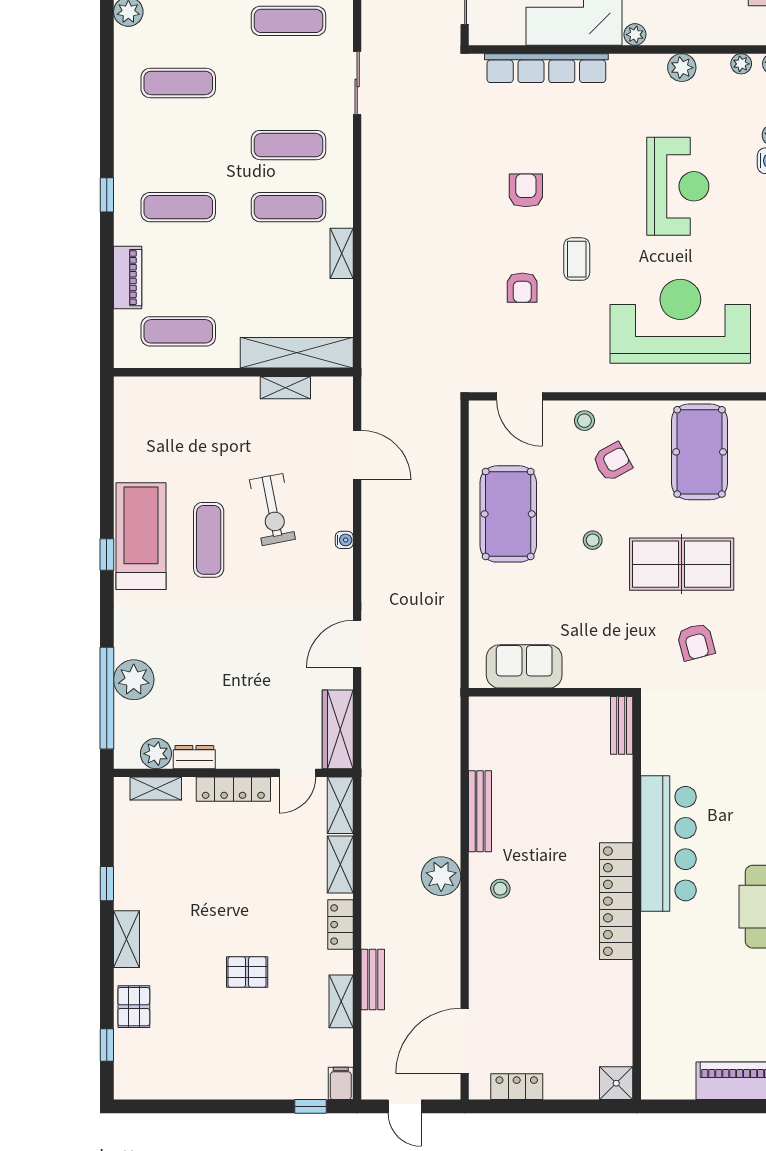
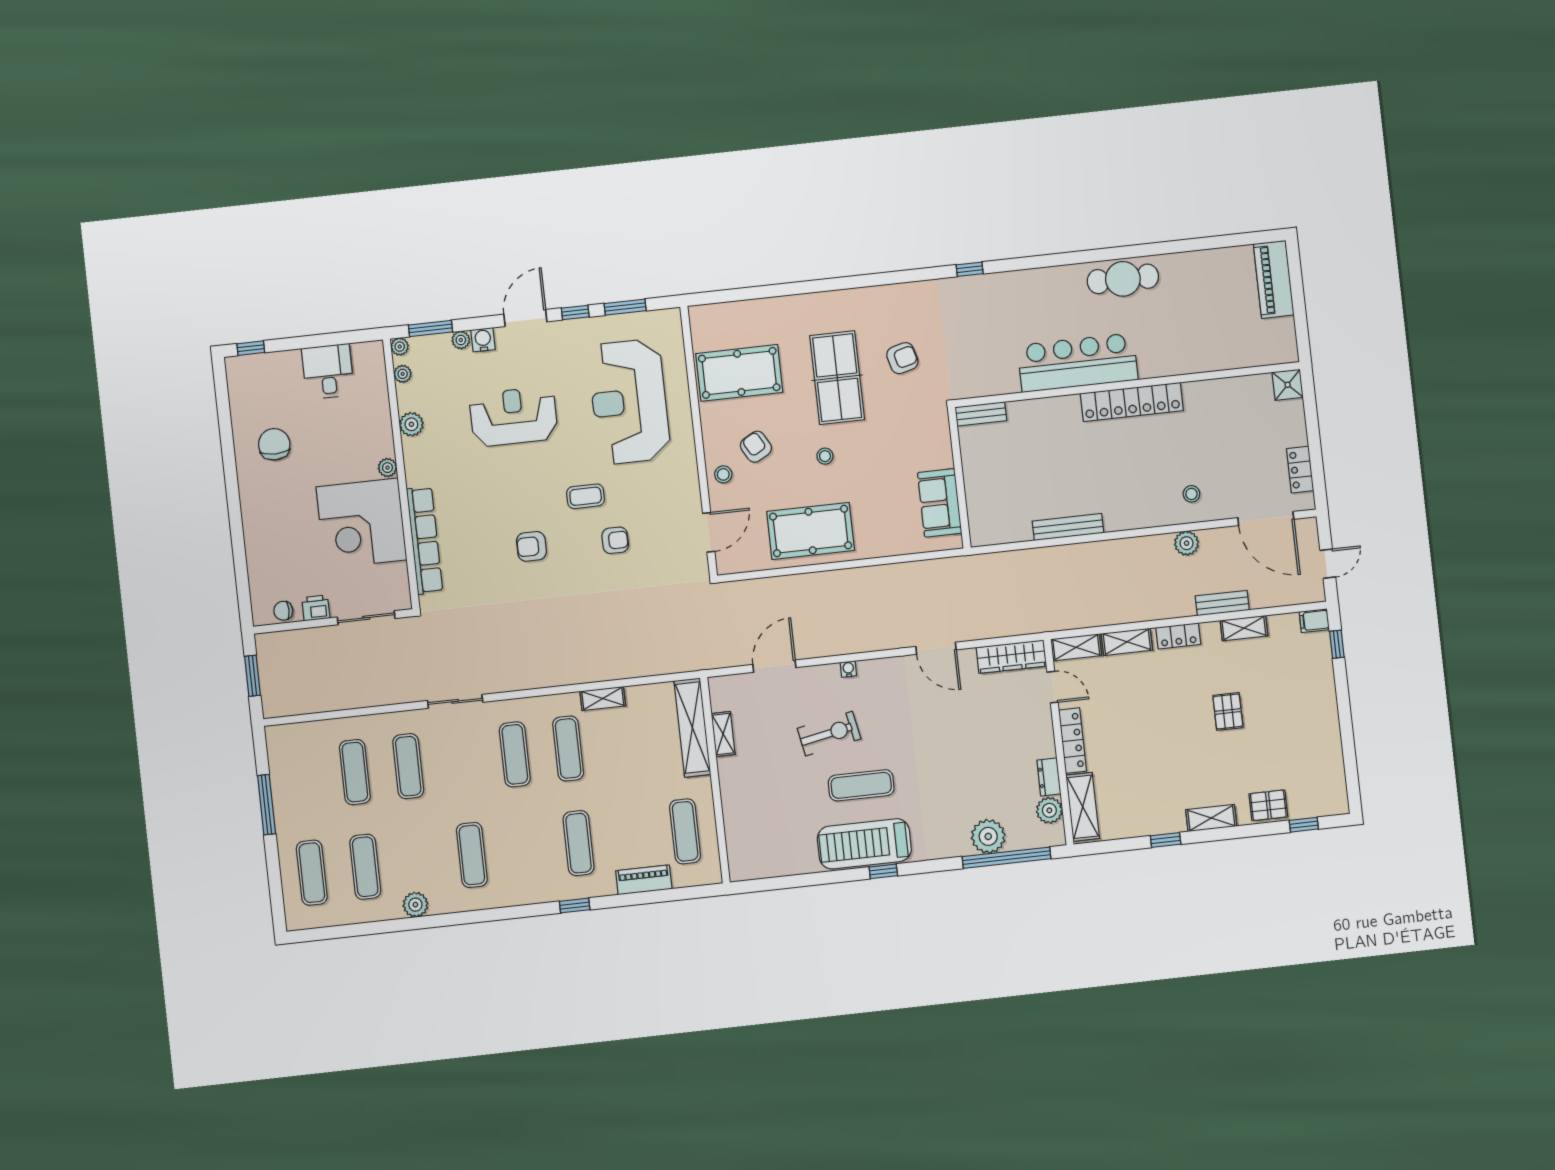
shelving: (156, 789) -> (1083, 807), width x1.50, depth x1.33
plant: (441, 876) -> (1187, 543), moved, width x0.73, depth x0.73
stool: (500, 889) -> (1191, 494), moved

